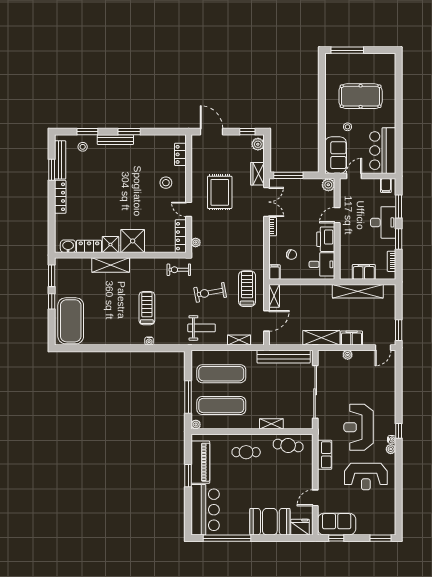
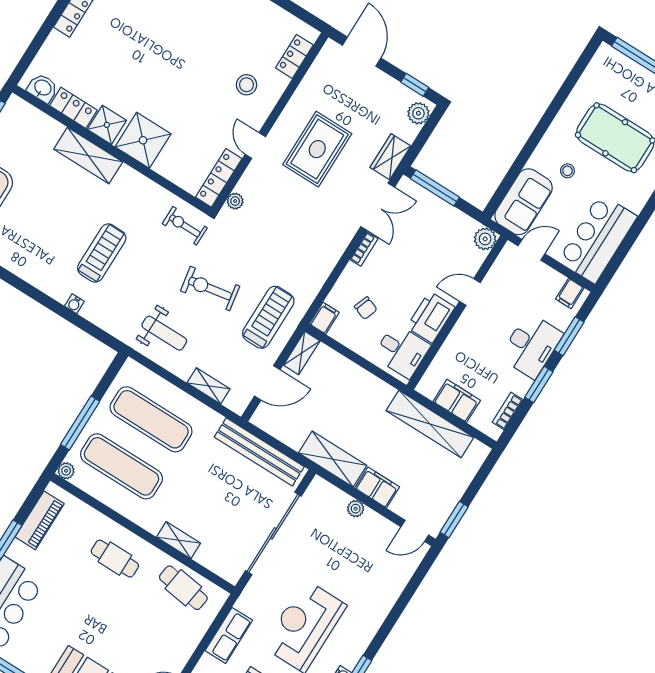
piano: (200, 462) -> (40, 520), width x0.73, depth x0.75

